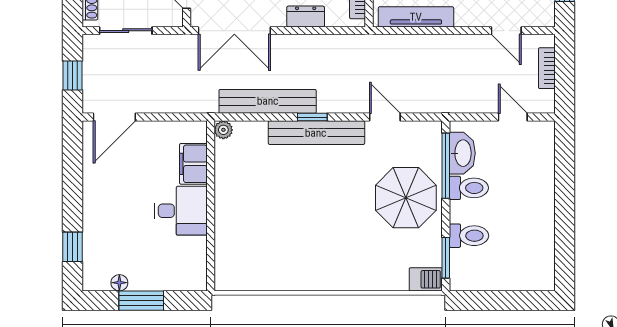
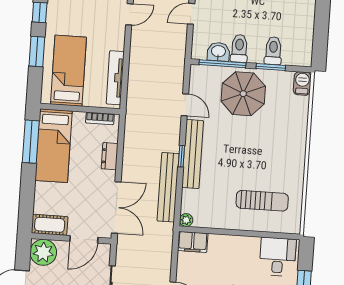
door: (385, 117) -> (185, 105), swing flipped
washbasin: (462, 153) -> (218, 52), width x0.72
filing cabinet: (193, 164) -> (193, 242), moved
desk: (181, 211) -> (278, 257), moved
sun lounger: (258, 234) -> (262, 201), added
window: (446, 258) -> (271, 67), moved

